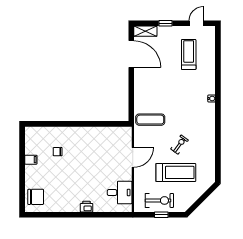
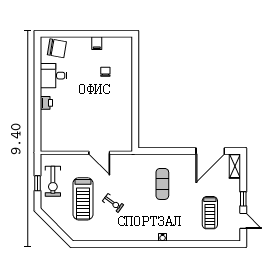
window: (166, 23) -> (243, 199), moved
treadmill: (189, 54) -> (210, 213), turned 90
exercise mat: (150, 120) -> (162, 184), moved
desk: (120, 192) -> (54, 76), moved, turned 90
chair: (36, 197) -> (57, 48), turned -80

